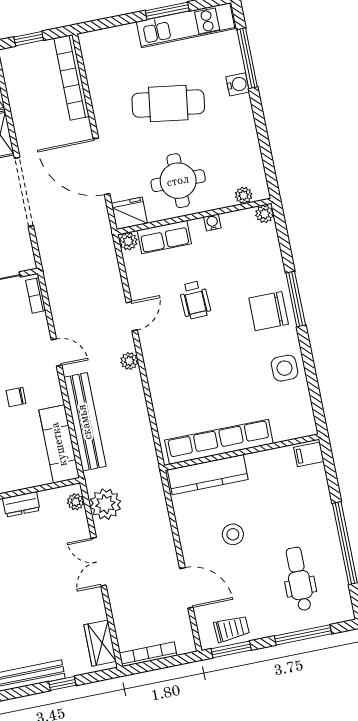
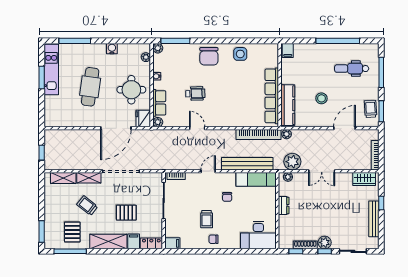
bookcase: (72, 77) -> (259, 134), moved
water cooler: (238, 84) -> (112, 49), moved
window: (296, 299) -> (175, 41), moved
plant: (129, 361) -> (287, 134), moved

